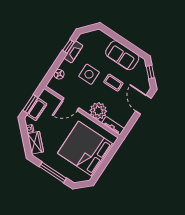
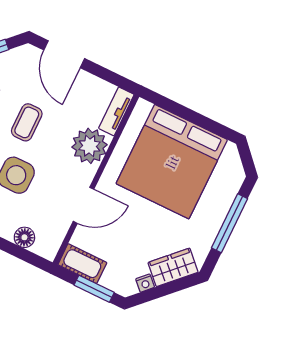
door: (70, 104) -> (84, 205), hinge flipped
door: (143, 105) -> (64, 54), hinge flipped
cot: (37, 109) -> (82, 264), moved

